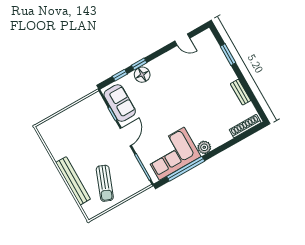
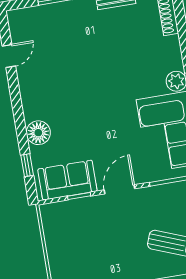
window: (139, 64) -> (21, 131), removed
door: (126, 137) -> (119, 189), hinge flipped

